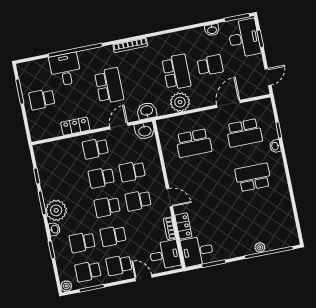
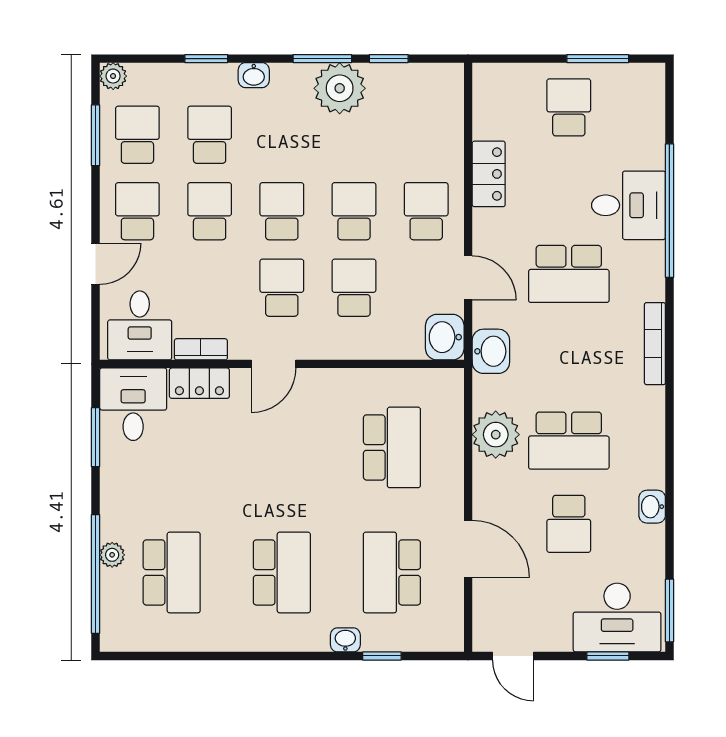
washbasin: (212, 30) -> (652, 507), moved
desk: (65, 69) -> (628, 205), moved
school desk: (194, 143) -> (392, 447), turned 180
plant: (56, 210) -> (340, 88), moved
school desk: (262, 222) -> (172, 572), added

